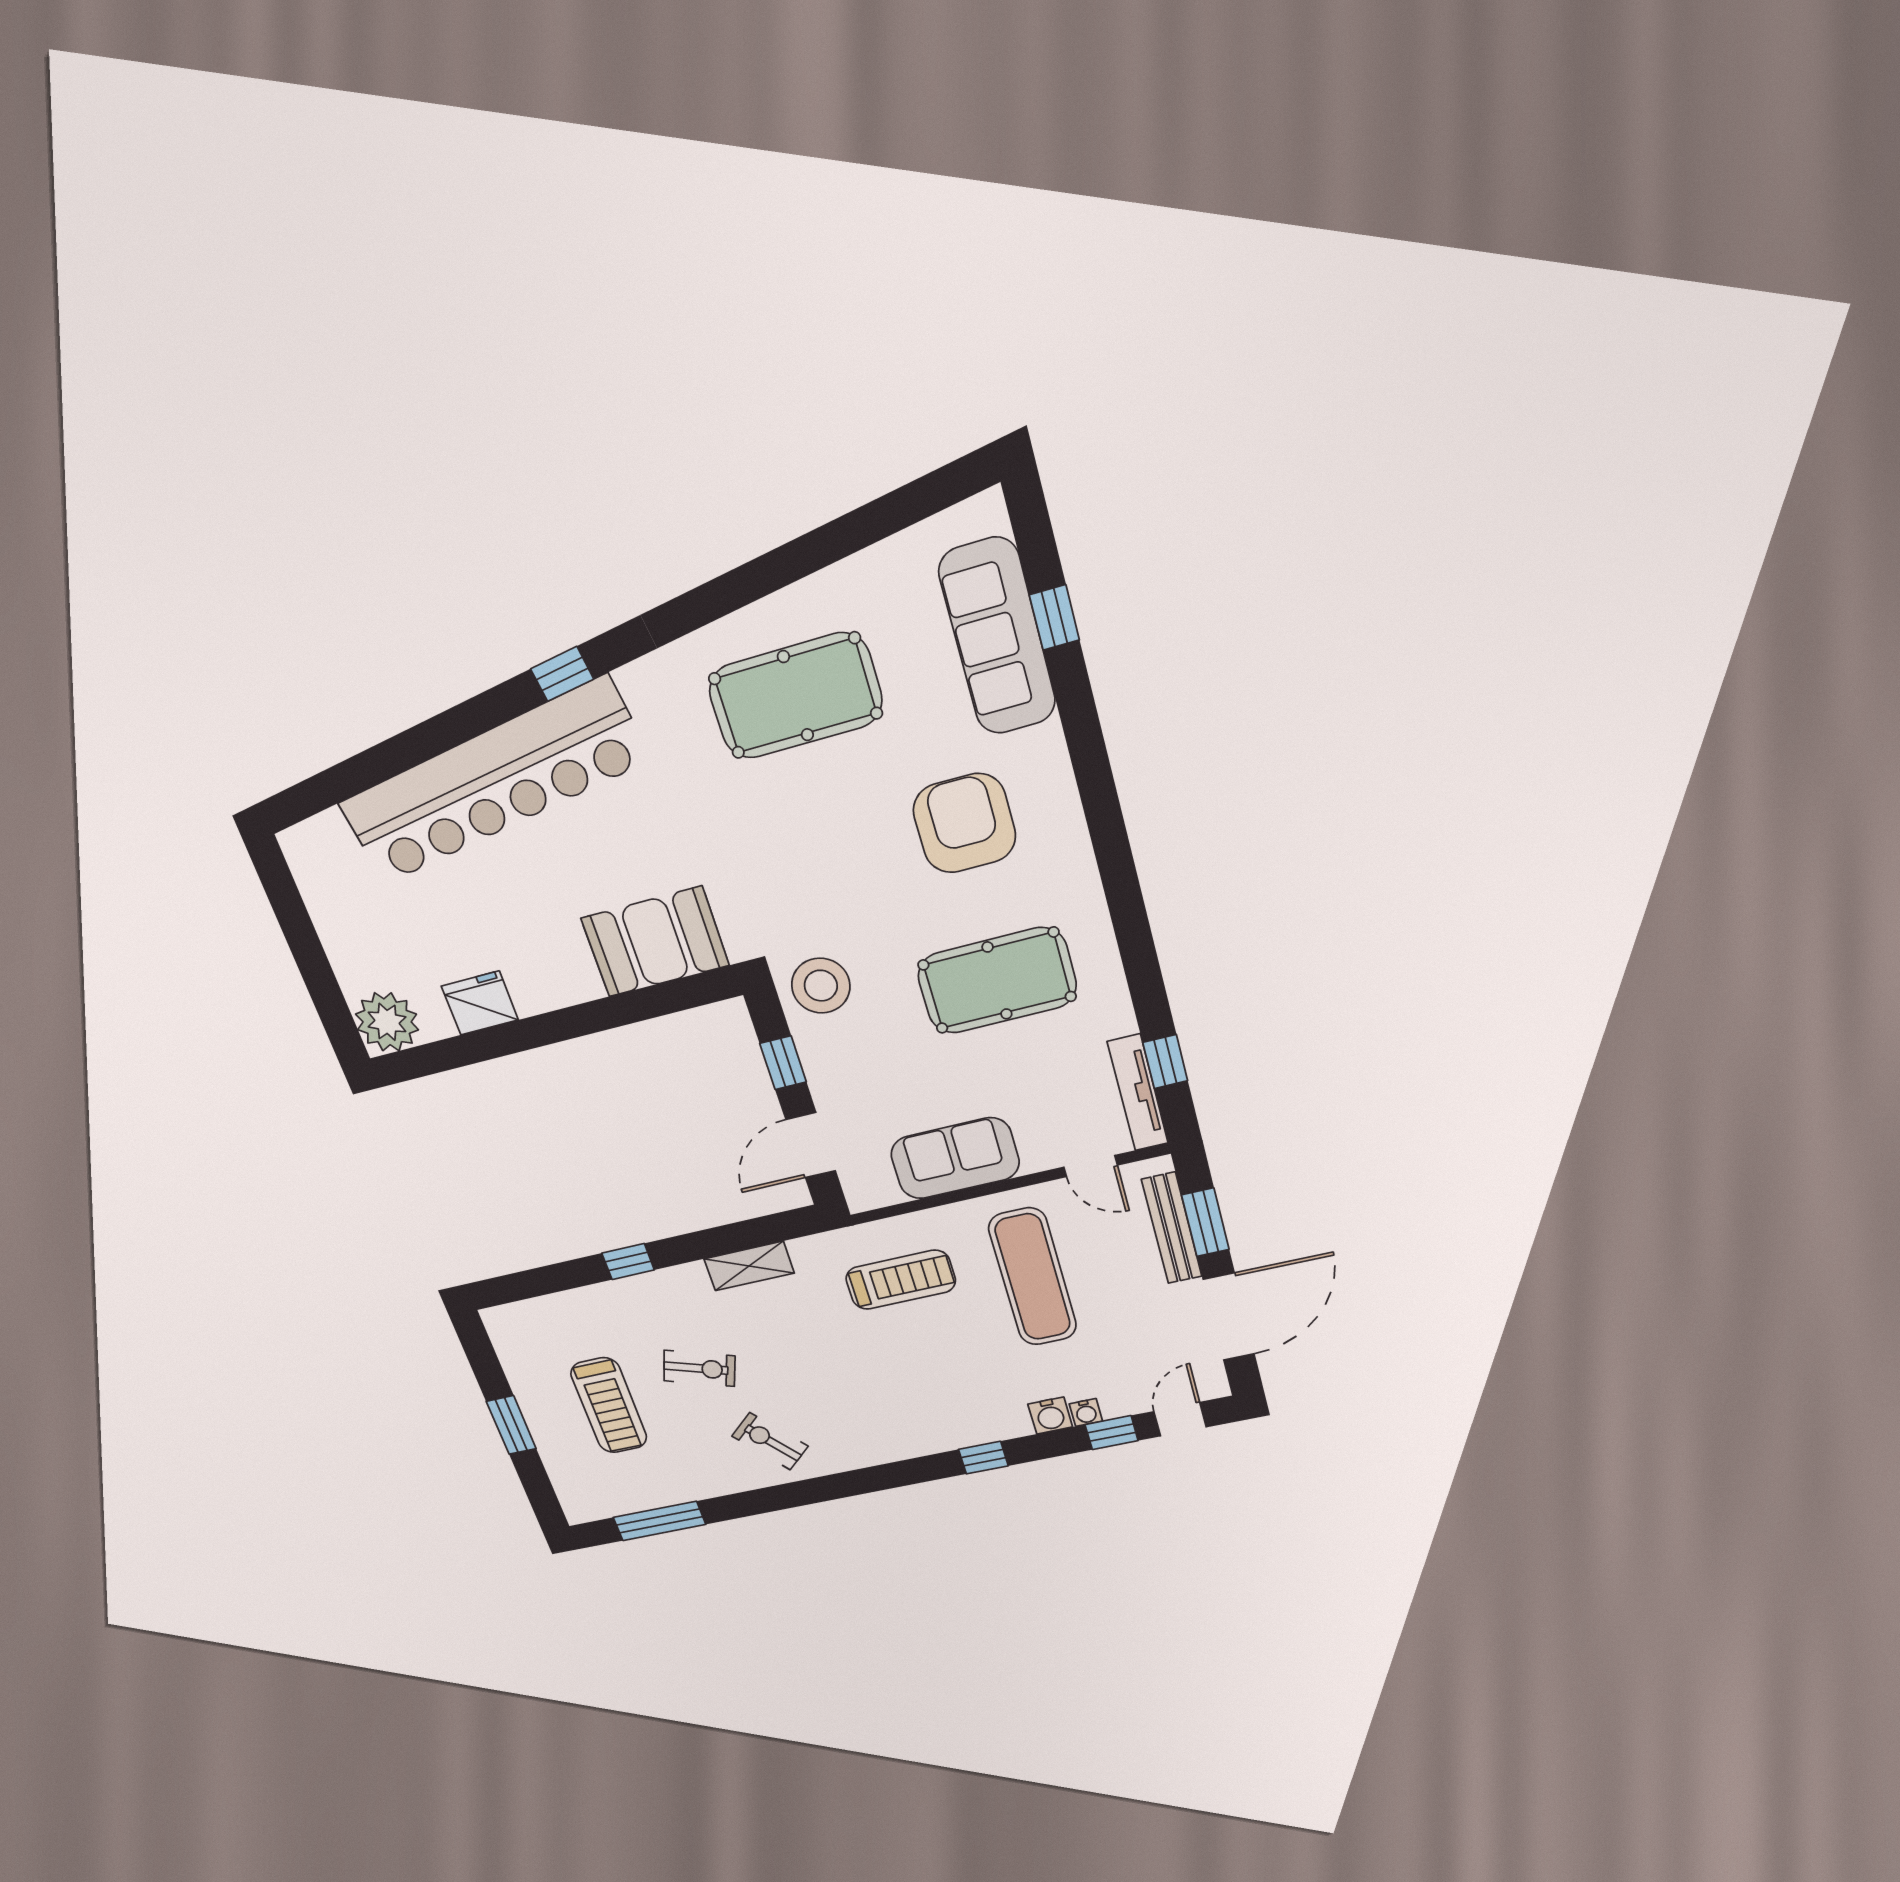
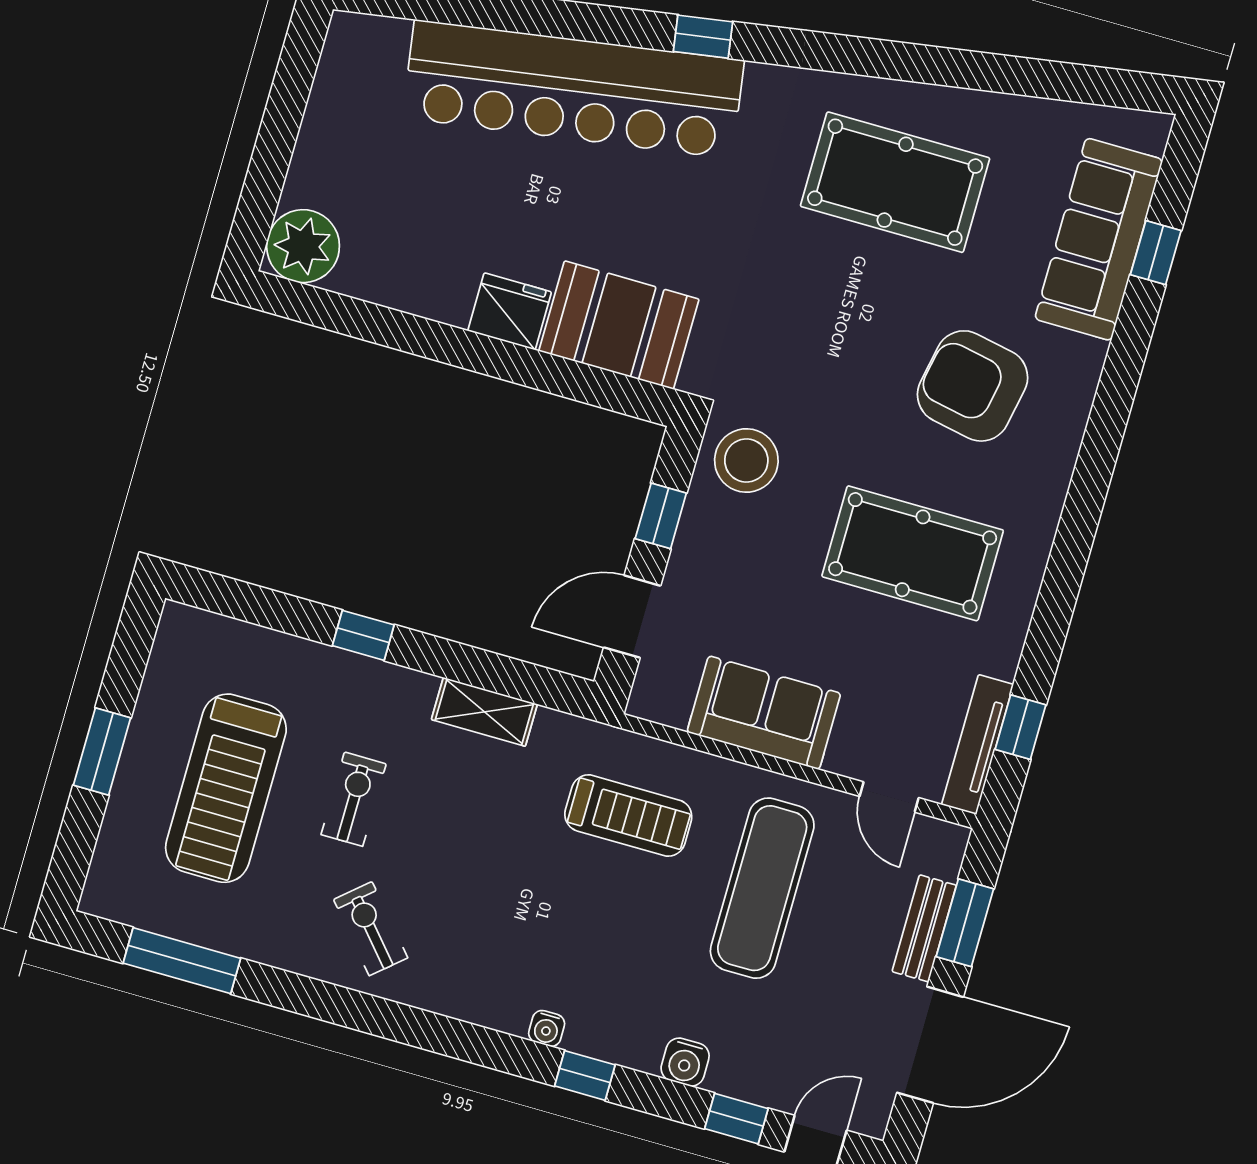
armchair: (964, 823) -> (973, 386), turned -79
fridge: (480, 1003) -> (510, 311), moved
bench: (1172, 1228) -> (924, 928), width x0.73
exercise bike: (699, 1368) -> (354, 799), turned -109
treadmill: (609, 1405) -> (226, 788), width x1.37, depth x1.38
water cooler: (1086, 1412) -> (547, 1028), moved

